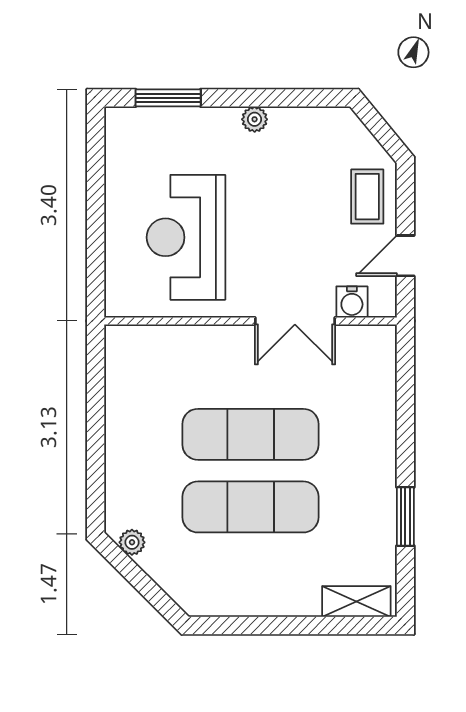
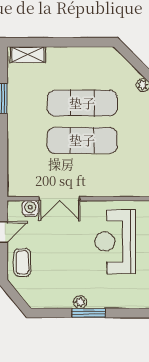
window: (168, 98) -> (89, 313), moved
reception desk: (186, 237) -> (115, 242), turned 180
double door: (295, 321) -> (59, 199), swing flipped

